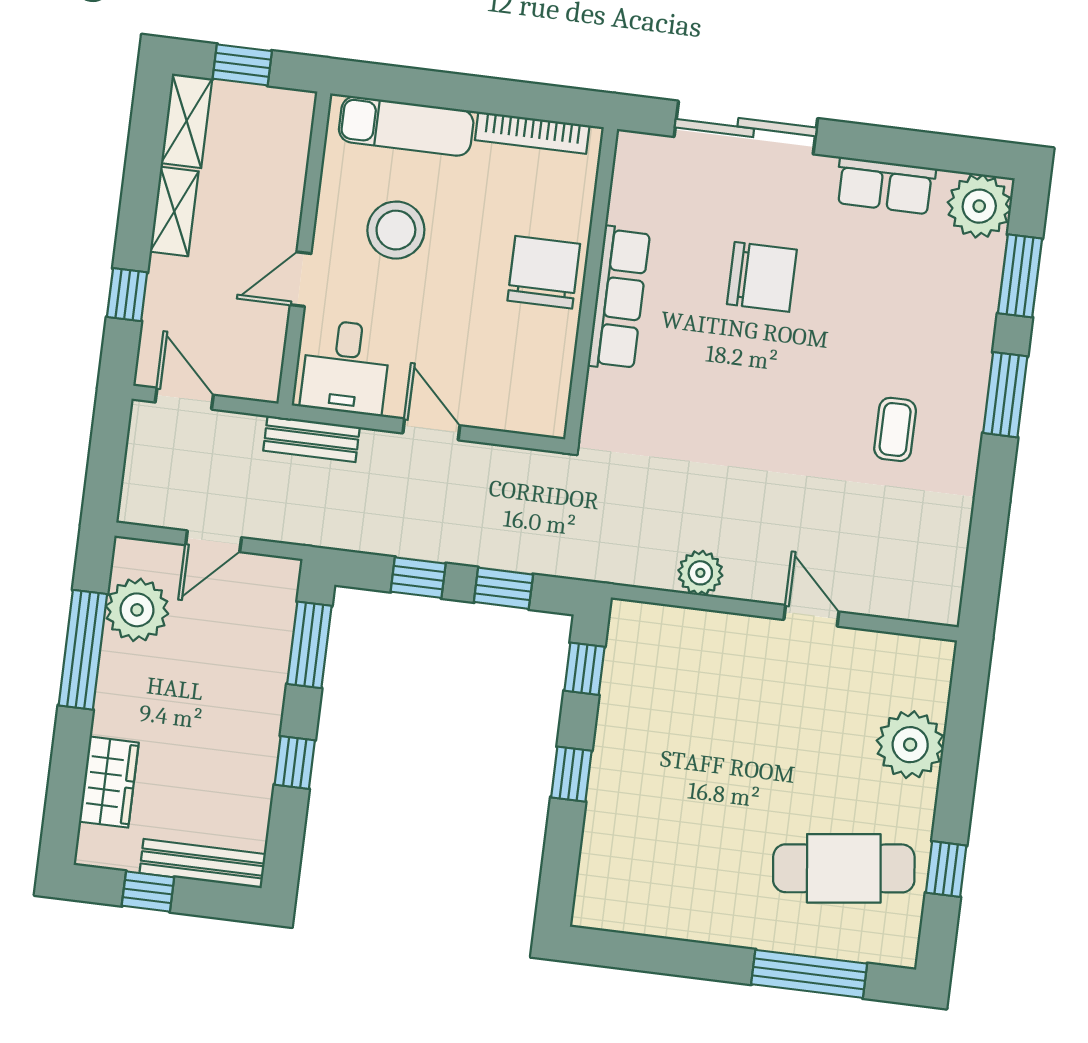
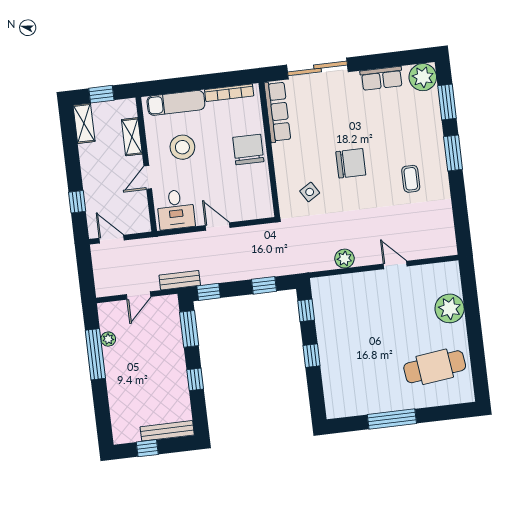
shelving: (174, 211) -> (132, 137), moved
chair: (762, 277) -> (351, 163), moved
row of seats: (619, 298) -> (277, 112), moved
side table: (659, 403) -> (310, 192), added
bench: (312, 439) -> (180, 280), moved
window: (418, 578) -> (209, 292), moved
plant: (137, 610) -> (108, 339), width x0.53, depth x0.53
wardrobe: (109, 782) -> (120, 407), removed
window: (946, 869) -> (477, 357), removed
window: (809, 974) -> (392, 419), moved

